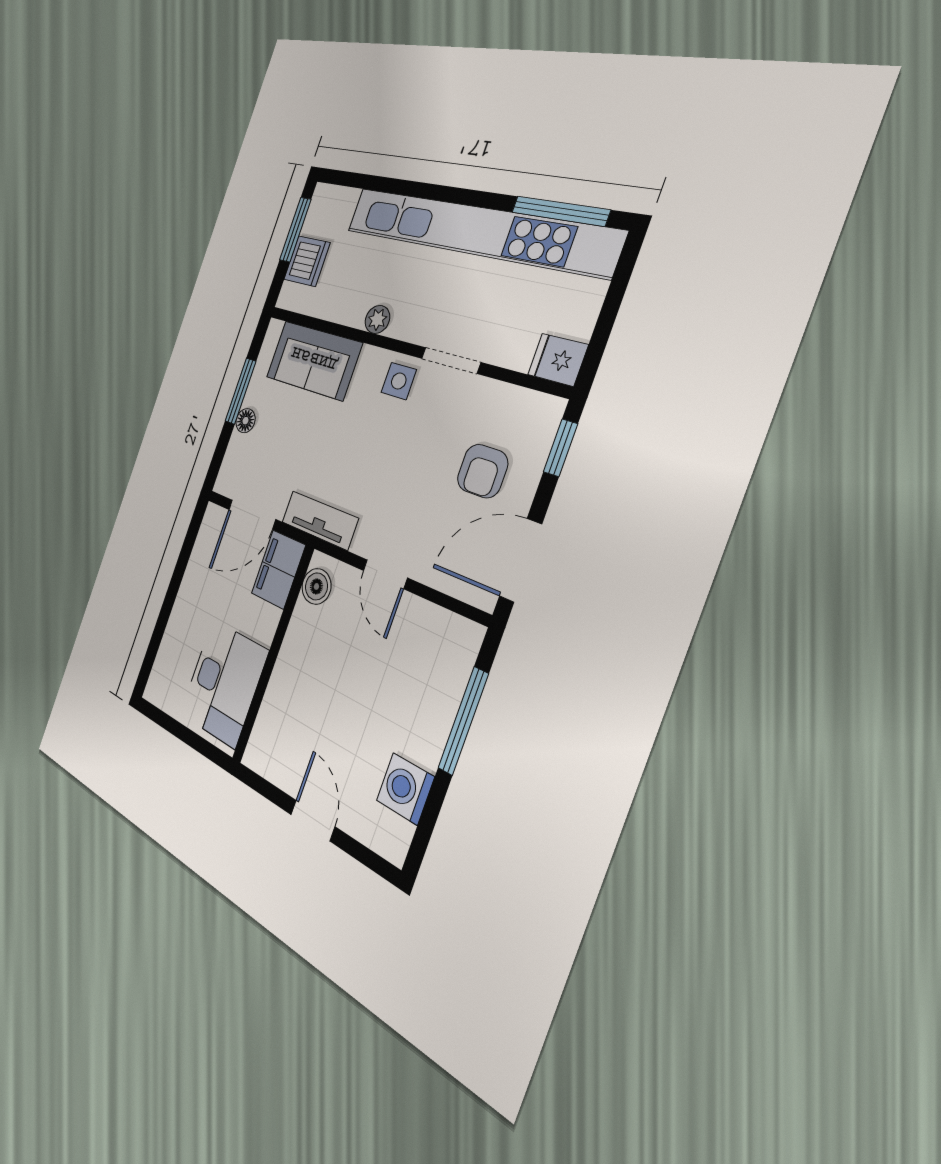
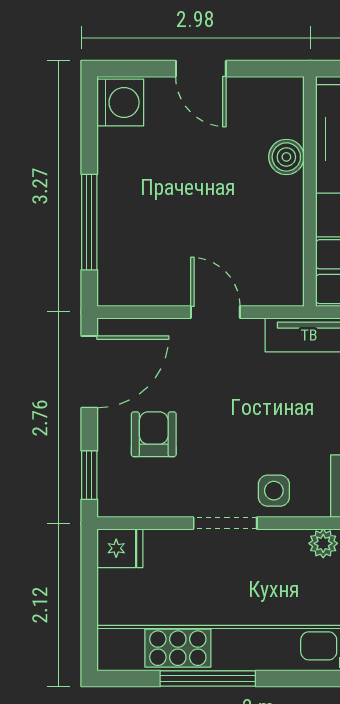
window: (560, 211) -> (208, 679), moved
boiler: (316, 586) -> (286, 157), moved
washing machine: (405, 789) -> (120, 102), moved

